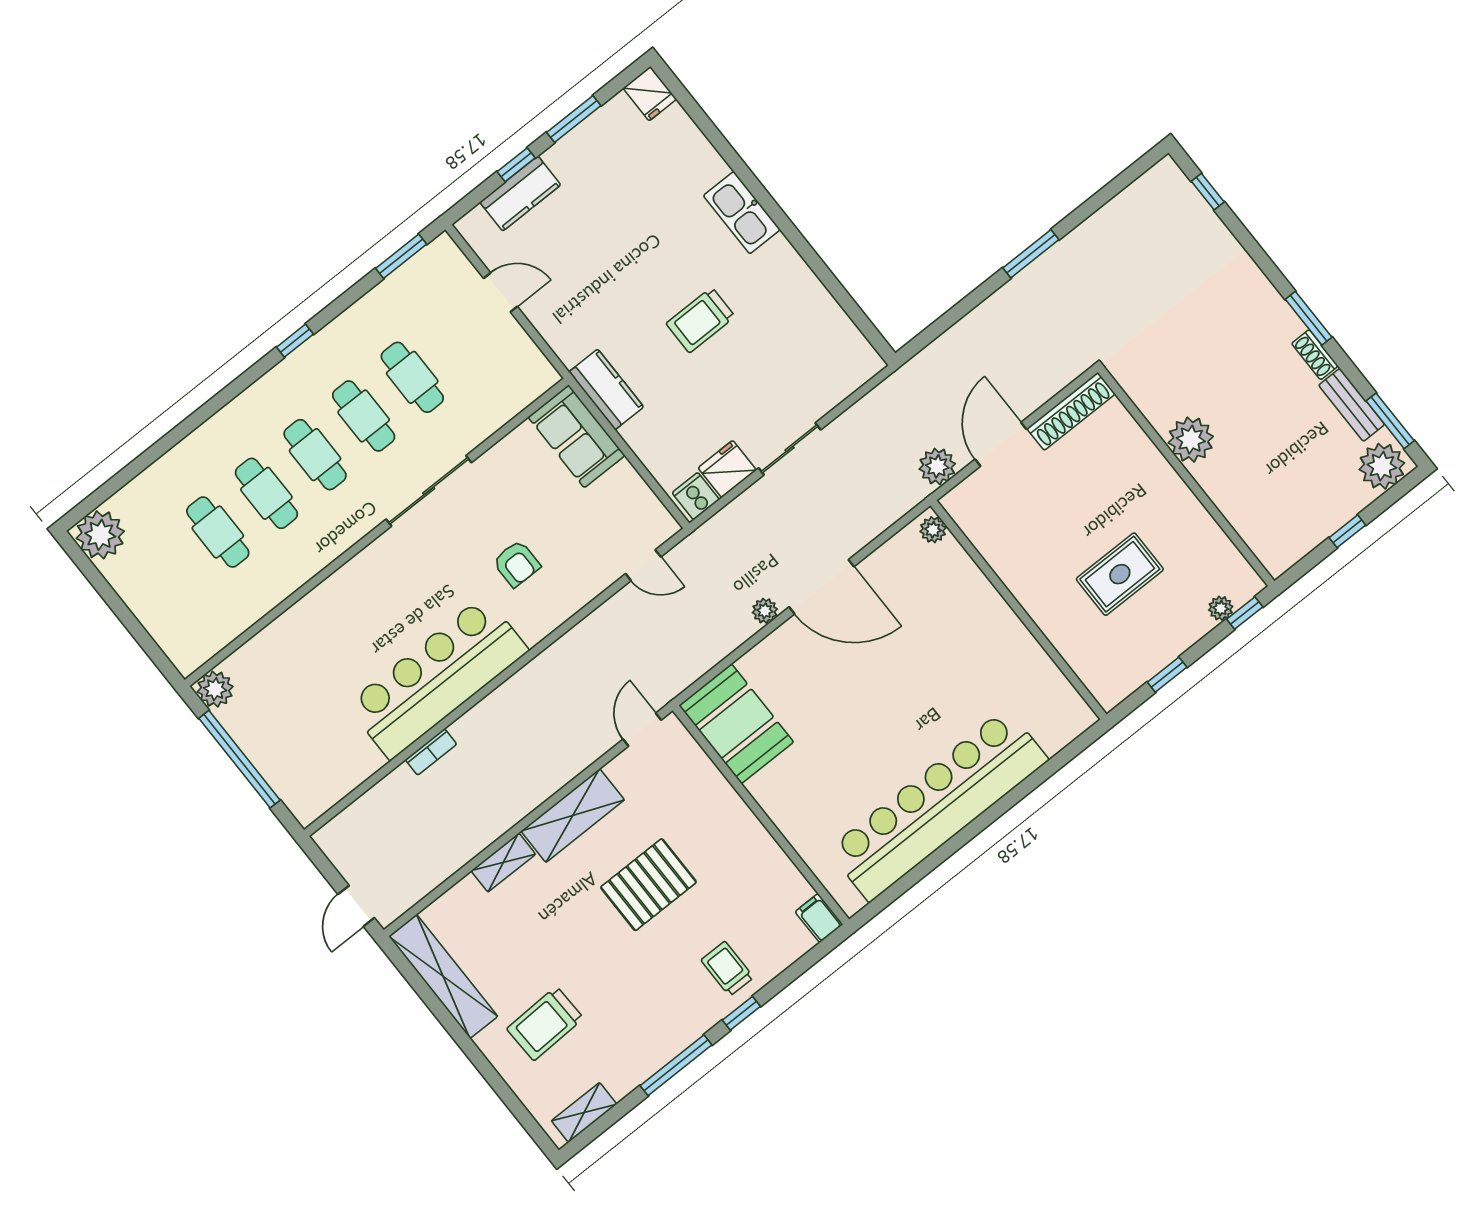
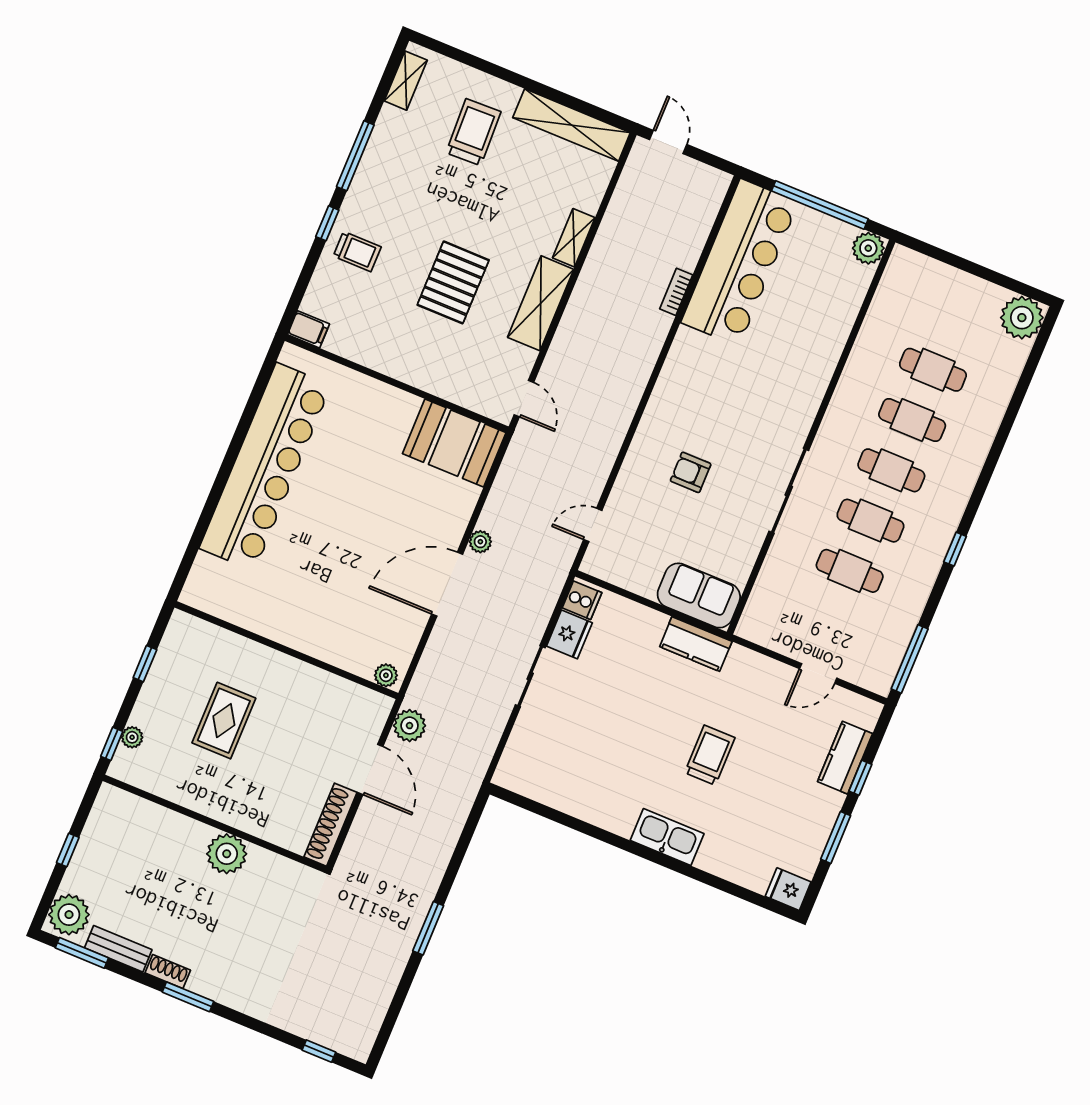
window: (401, 256) -> (910, 659), width x1.44
trolley: (701, 320) -> (710, 755), moved
bar counter: (437, 678) -> (740, 262), moved

